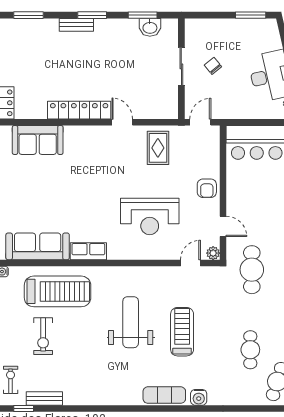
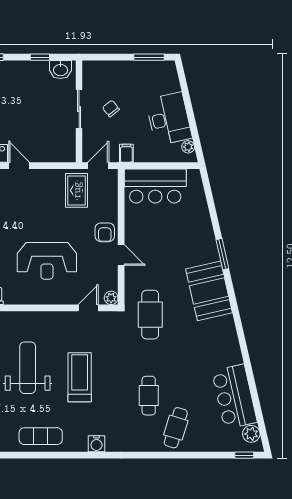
window: (143, 15) -> (40, 57), width x0.67
washbasin: (150, 27) -> (60, 70), moved
filing cabinet: (228, 110) -> (126, 153), added
rug: (158, 148) -> (77, 190), moved
door: (223, 226) -> (121, 255), moved
exercise mat: (164, 395) -> (41, 436), moved

